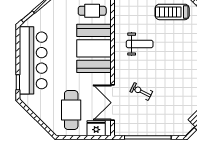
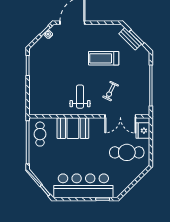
treadmill: (172, 12) -> (104, 58), moved, turned 90
weight bench: (140, 44) -> (80, 97), moved
booth: (94, 48) -> (73, 128), width x0.73, depth x0.70

